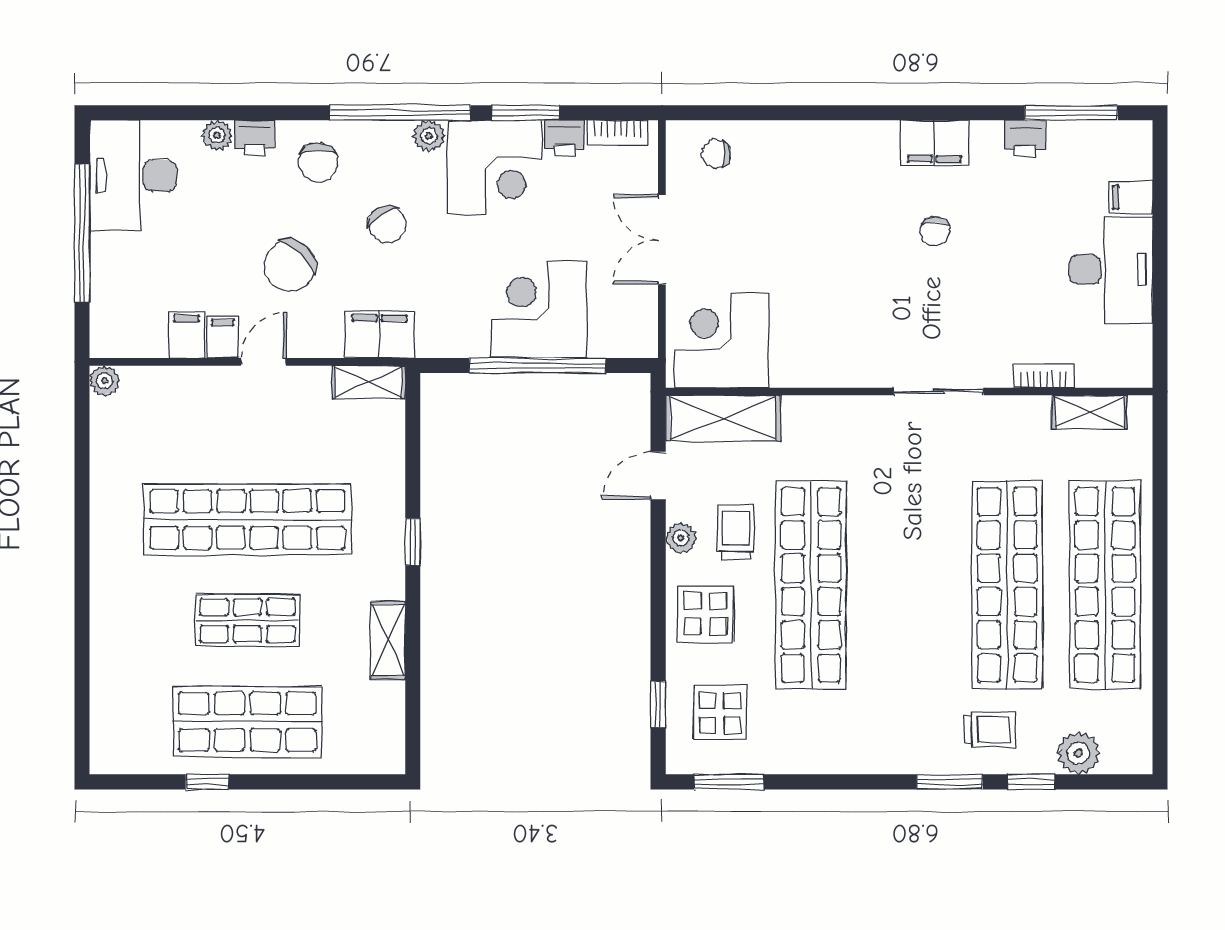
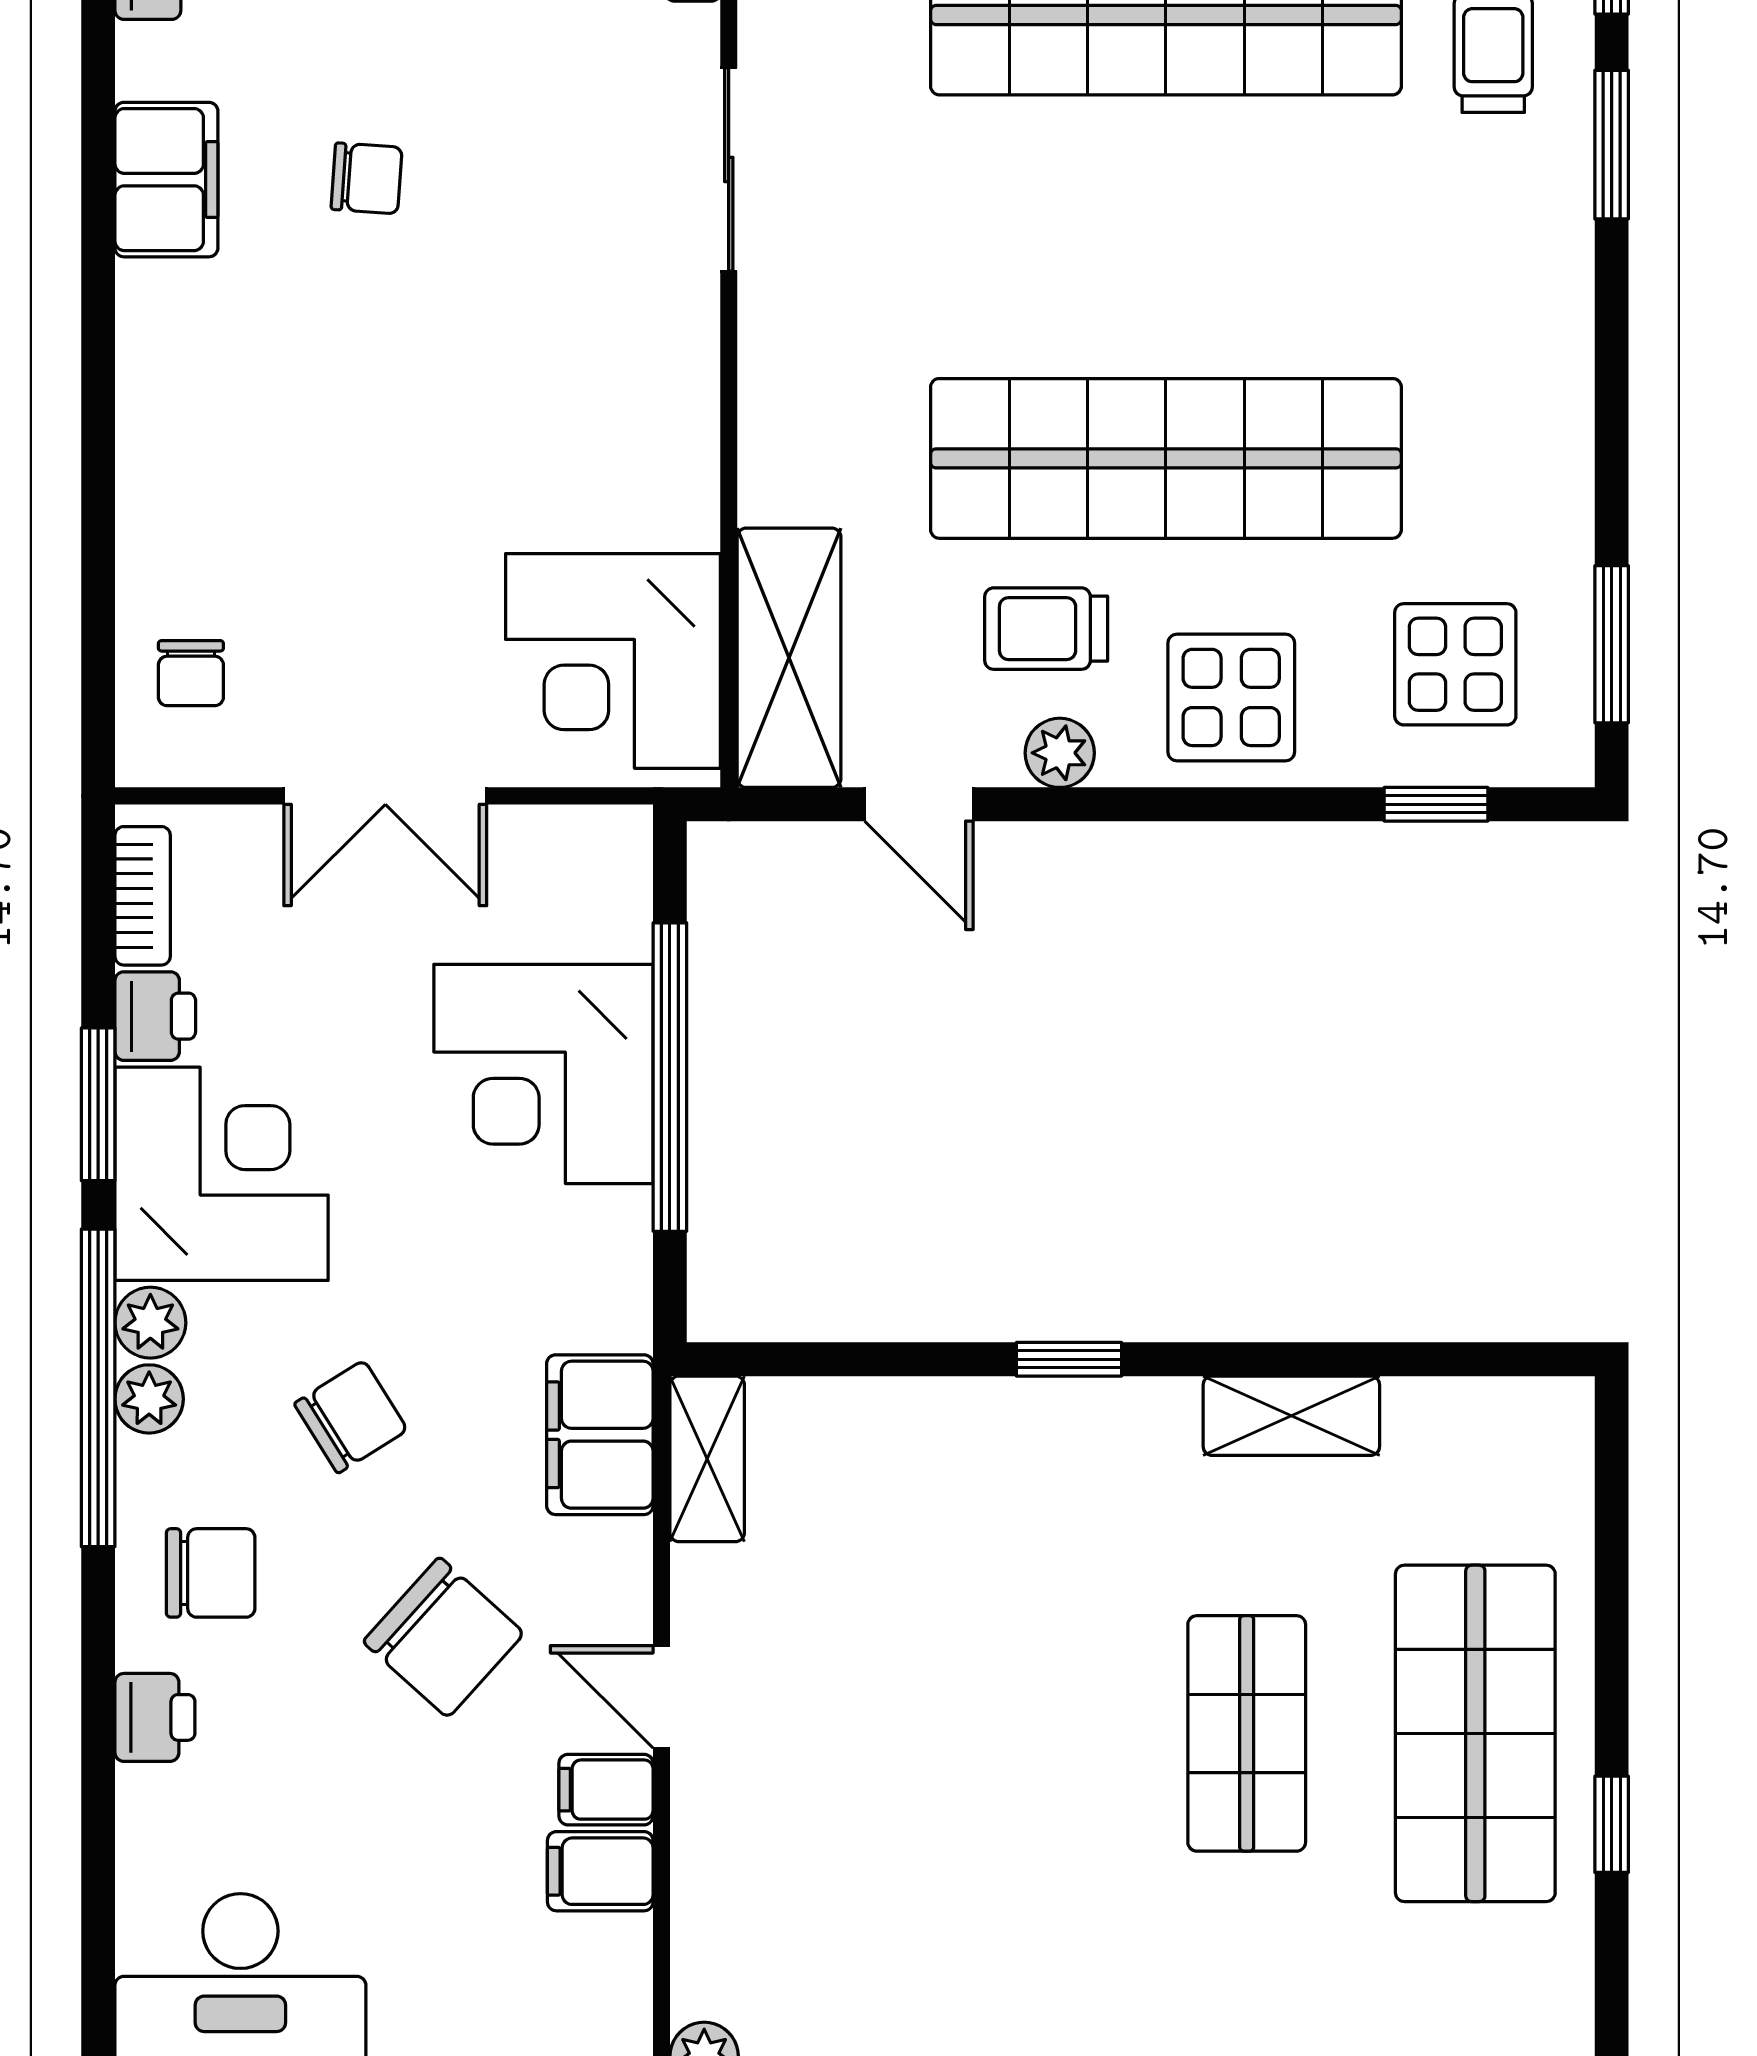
plant: (217, 135) -> (149, 1399), moved
shop shelf: (247, 519) -> (1018, 1733), removed

